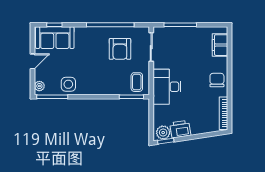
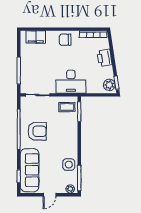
sofa: (55, 38) -> (30, 170), width x1.36
armchair: (120, 49) -> (37, 131), moved
door: (32, 61) -> (50, 195), swing flipped
printer: (180, 129) -> (105, 58), moved

